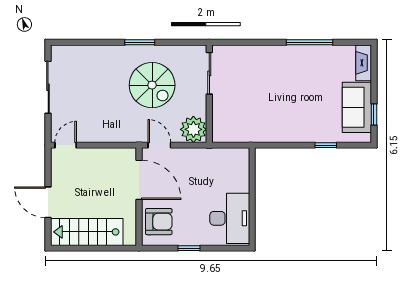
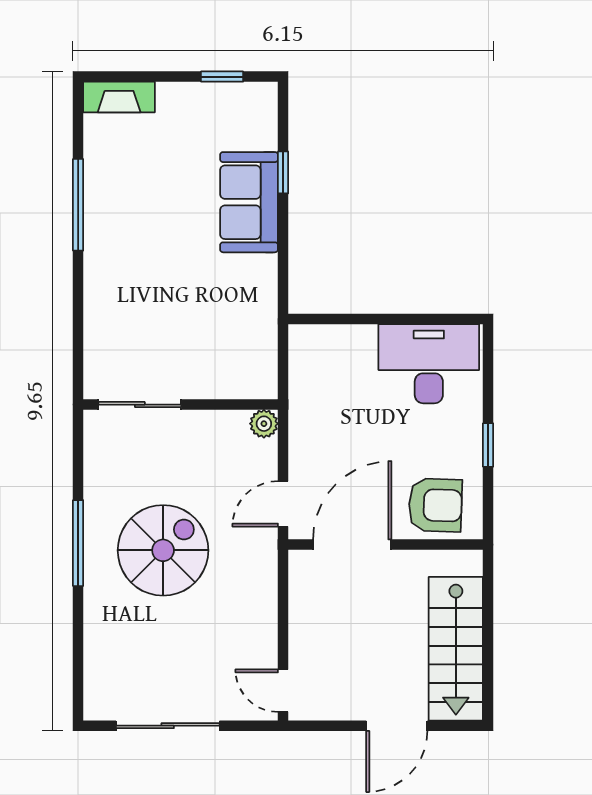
window: (140, 42) -> (78, 543), width x1.44
spiral stairs: (152, 85) -> (163, 550), moved
sofa: (357, 107) -> (249, 202), moved, turned 90
plant: (193, 129) -> (264, 424), width x0.53, depth x0.53
armchair: (159, 222) -> (435, 505), turned 92

